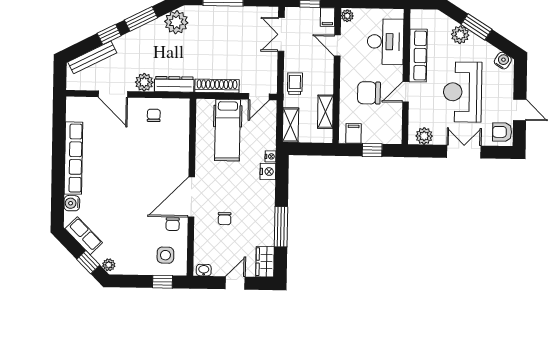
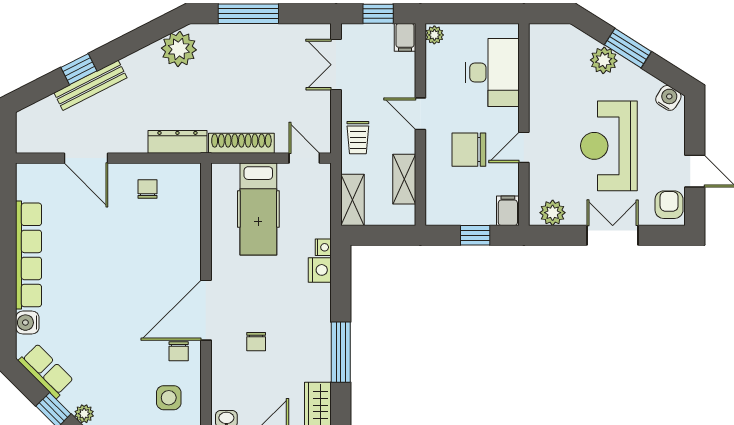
window: (141, 19) -> (126, 45), removed
door: (337, 45) -> (420, 114), moved
row of seats: (418, 55) -> (542, 92), removed
bench: (92, 57) -> (90, 85), moved
plant: (144, 82) -> (132, 140), removed
trolley: (295, 84) -> (358, 138), turned 180
door: (259, 97) -> (304, 158), swing flipped
armchair: (502, 132) -> (669, 205), turned 90
filing cabinet: (353, 133) -> (508, 211), moved

